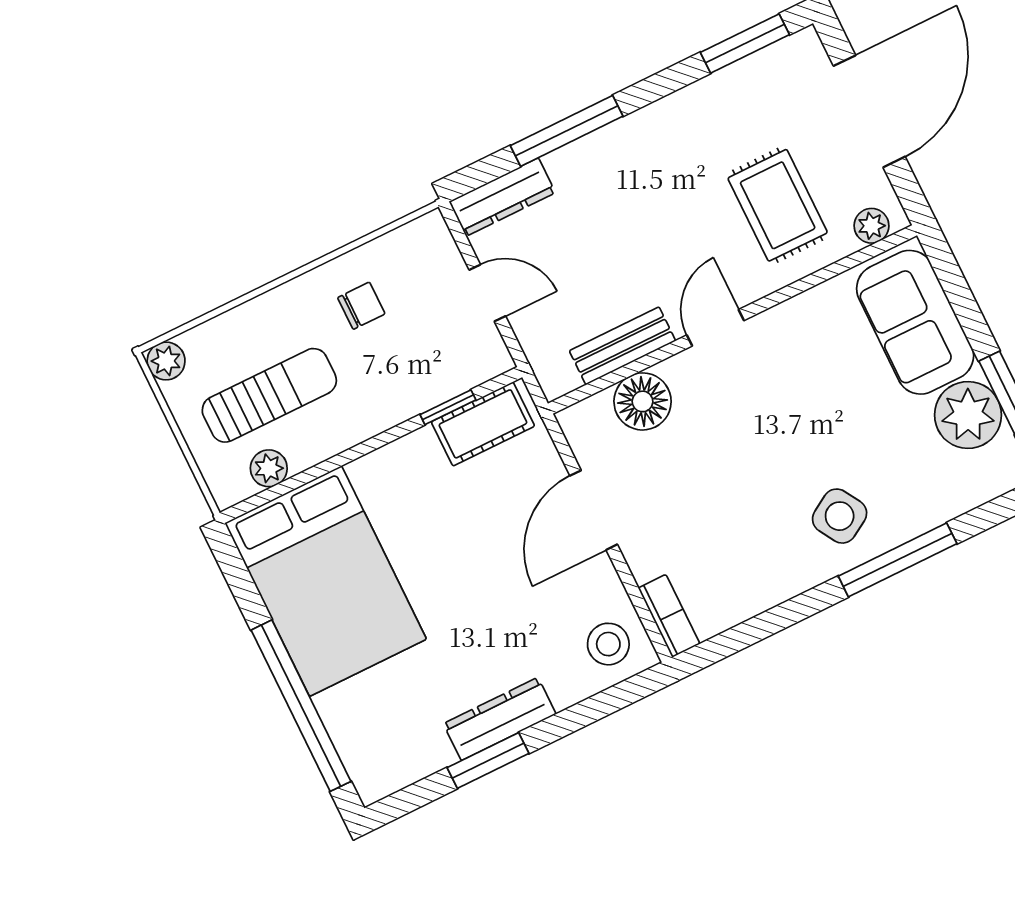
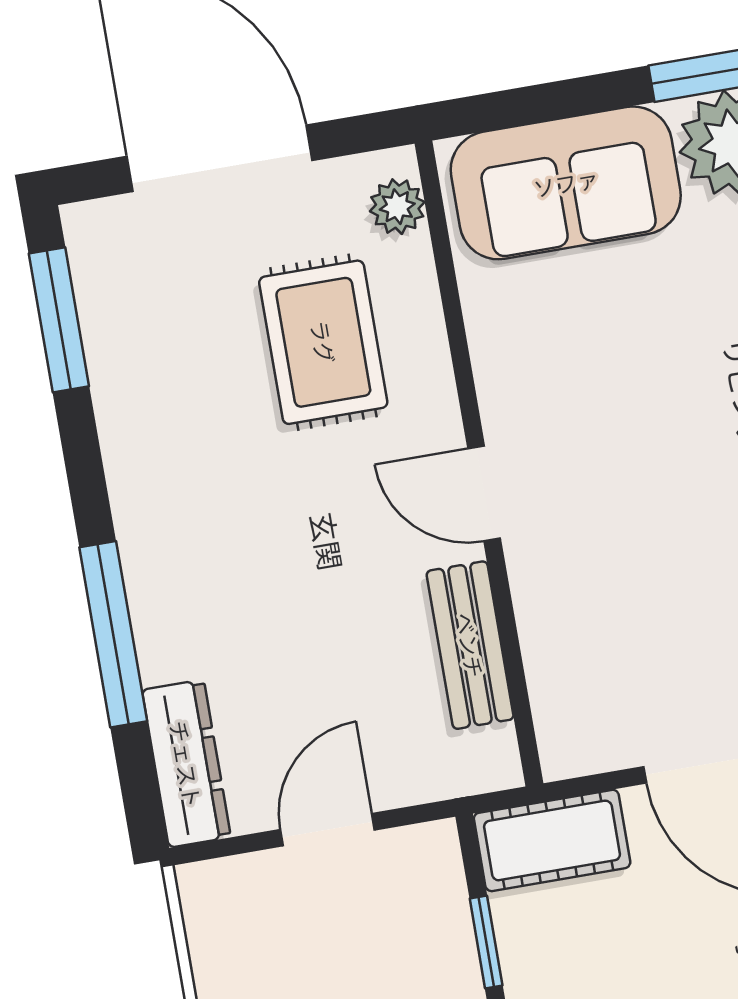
rug: (778, 205) -> (323, 342), turned 90
floor lamp: (643, 401) -> (565, 639), removed
cot: (483, 424) -> (552, 840), moved, turned 90

